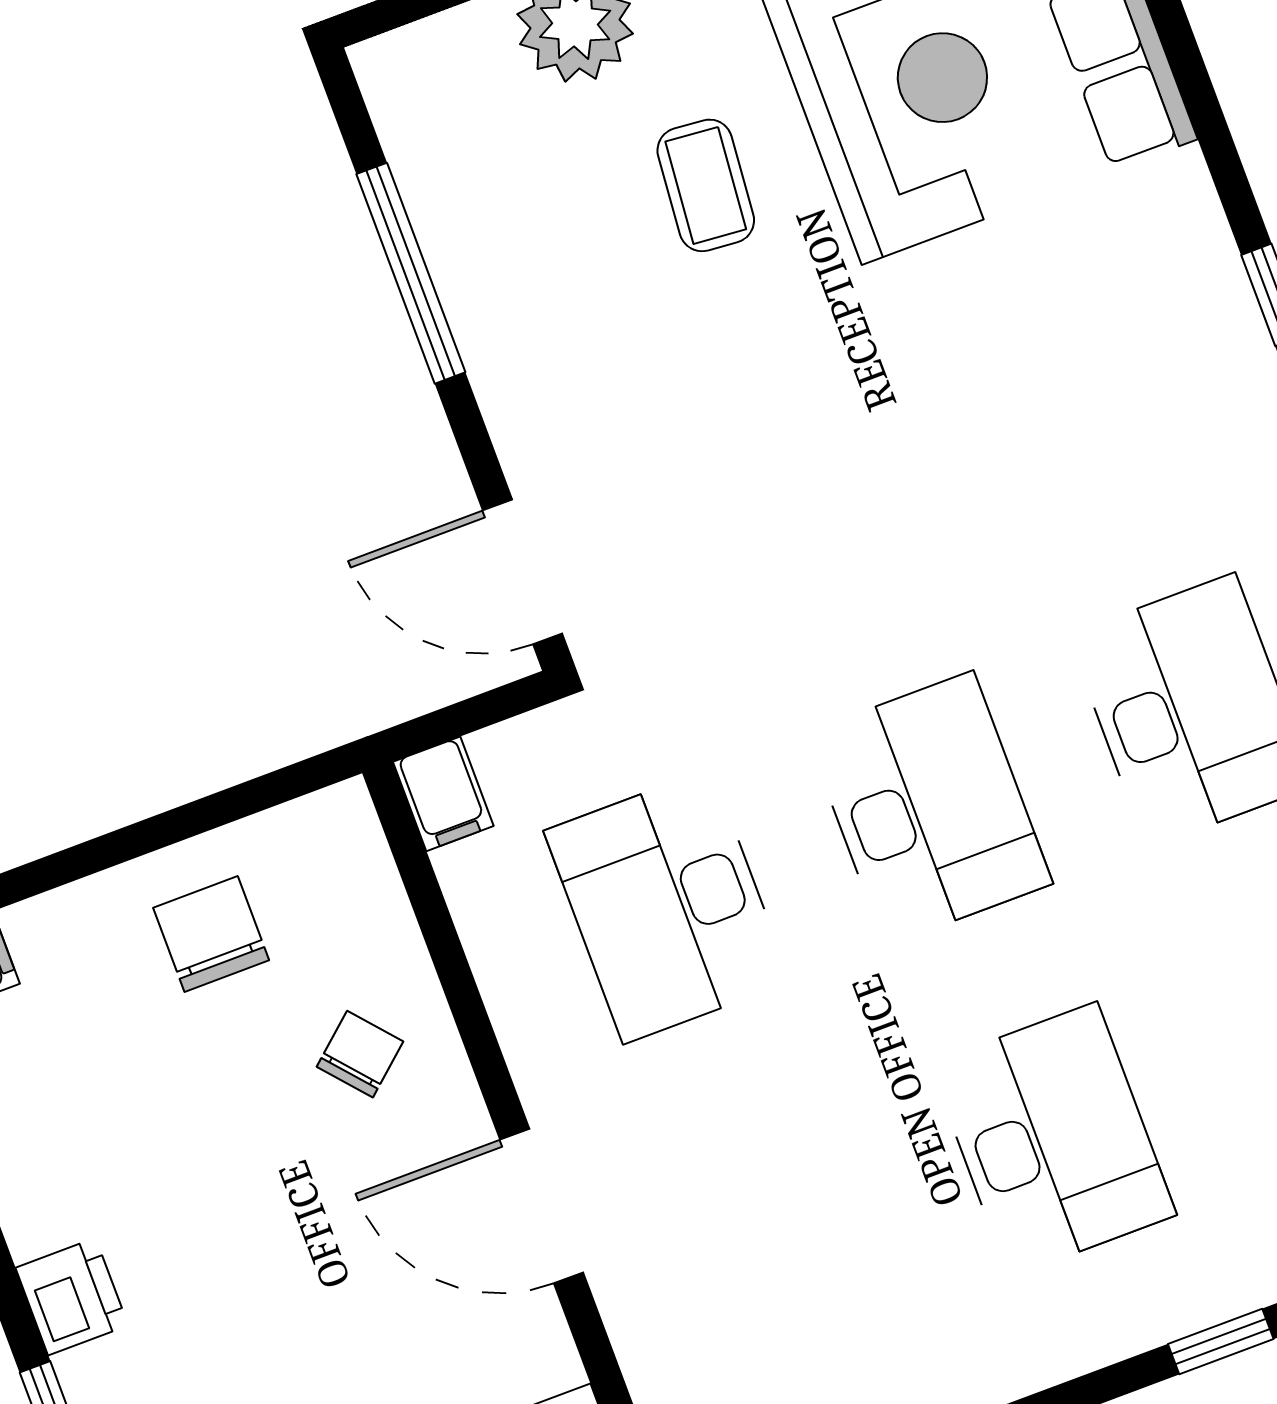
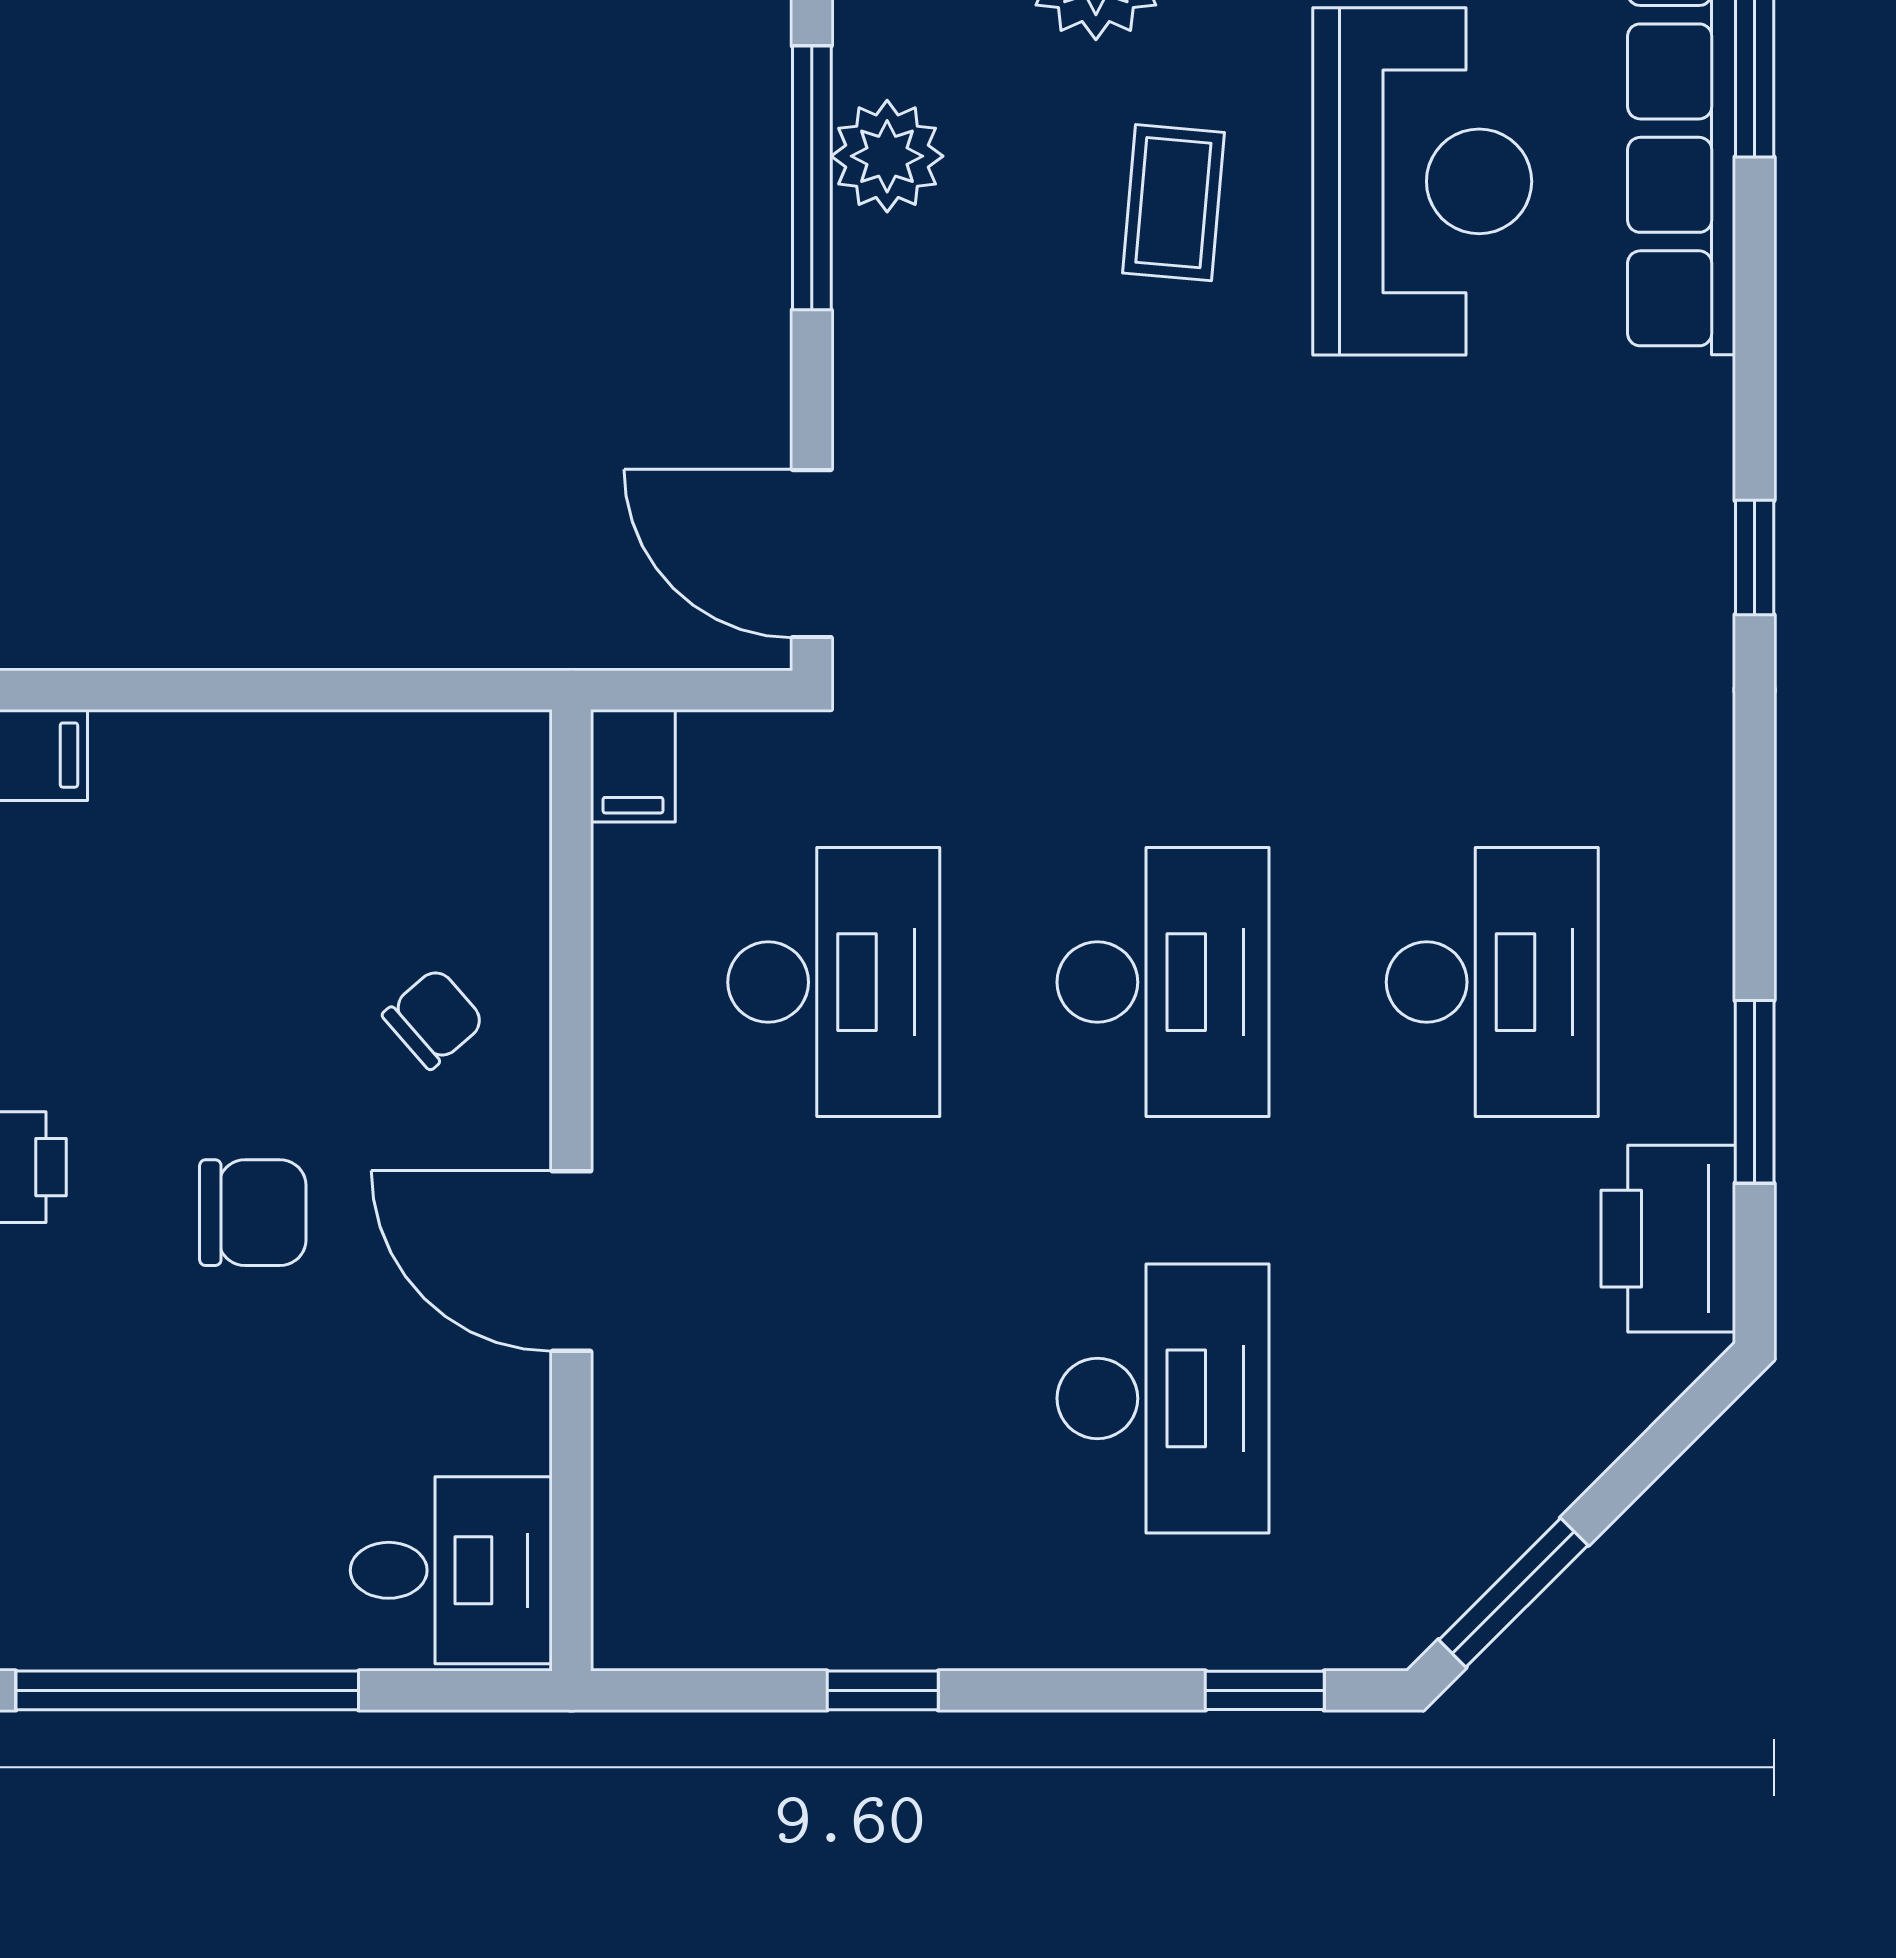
plant: (464, 234) -> (887, 156), added
desk: (667, 906) -> (834, 982), turned 180
chair: (211, 934) -> (253, 1213), moved, turned 90

